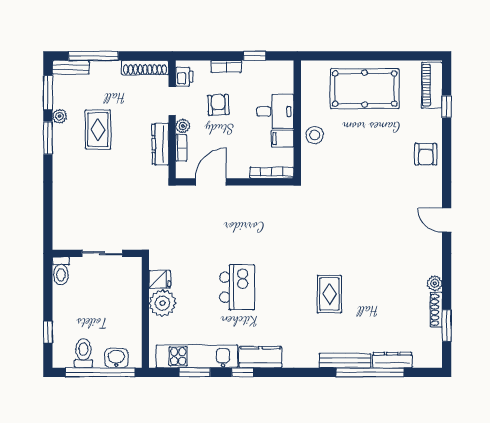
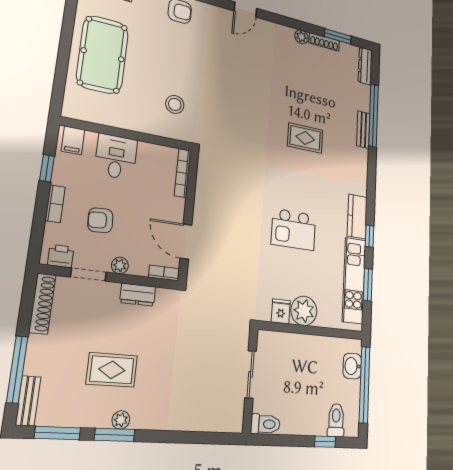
plant: (60, 116) -> (121, 420), moved
stool: (315, 135) -> (175, 104), moved
filing cabinet: (282, 139) -> (73, 140), moved
dresser: (160, 144) -> (138, 295), width x0.70
bookcase: (181, 148) -> (164, 273), moved
kitchen island: (237, 287) -> (294, 230), turned 180
toilet: (83, 353) -> (336, 420), moved, turned 90
dresser: (392, 360) -> (365, 66), moved
bench: (345, 361) -> (363, 130), width x0.73

